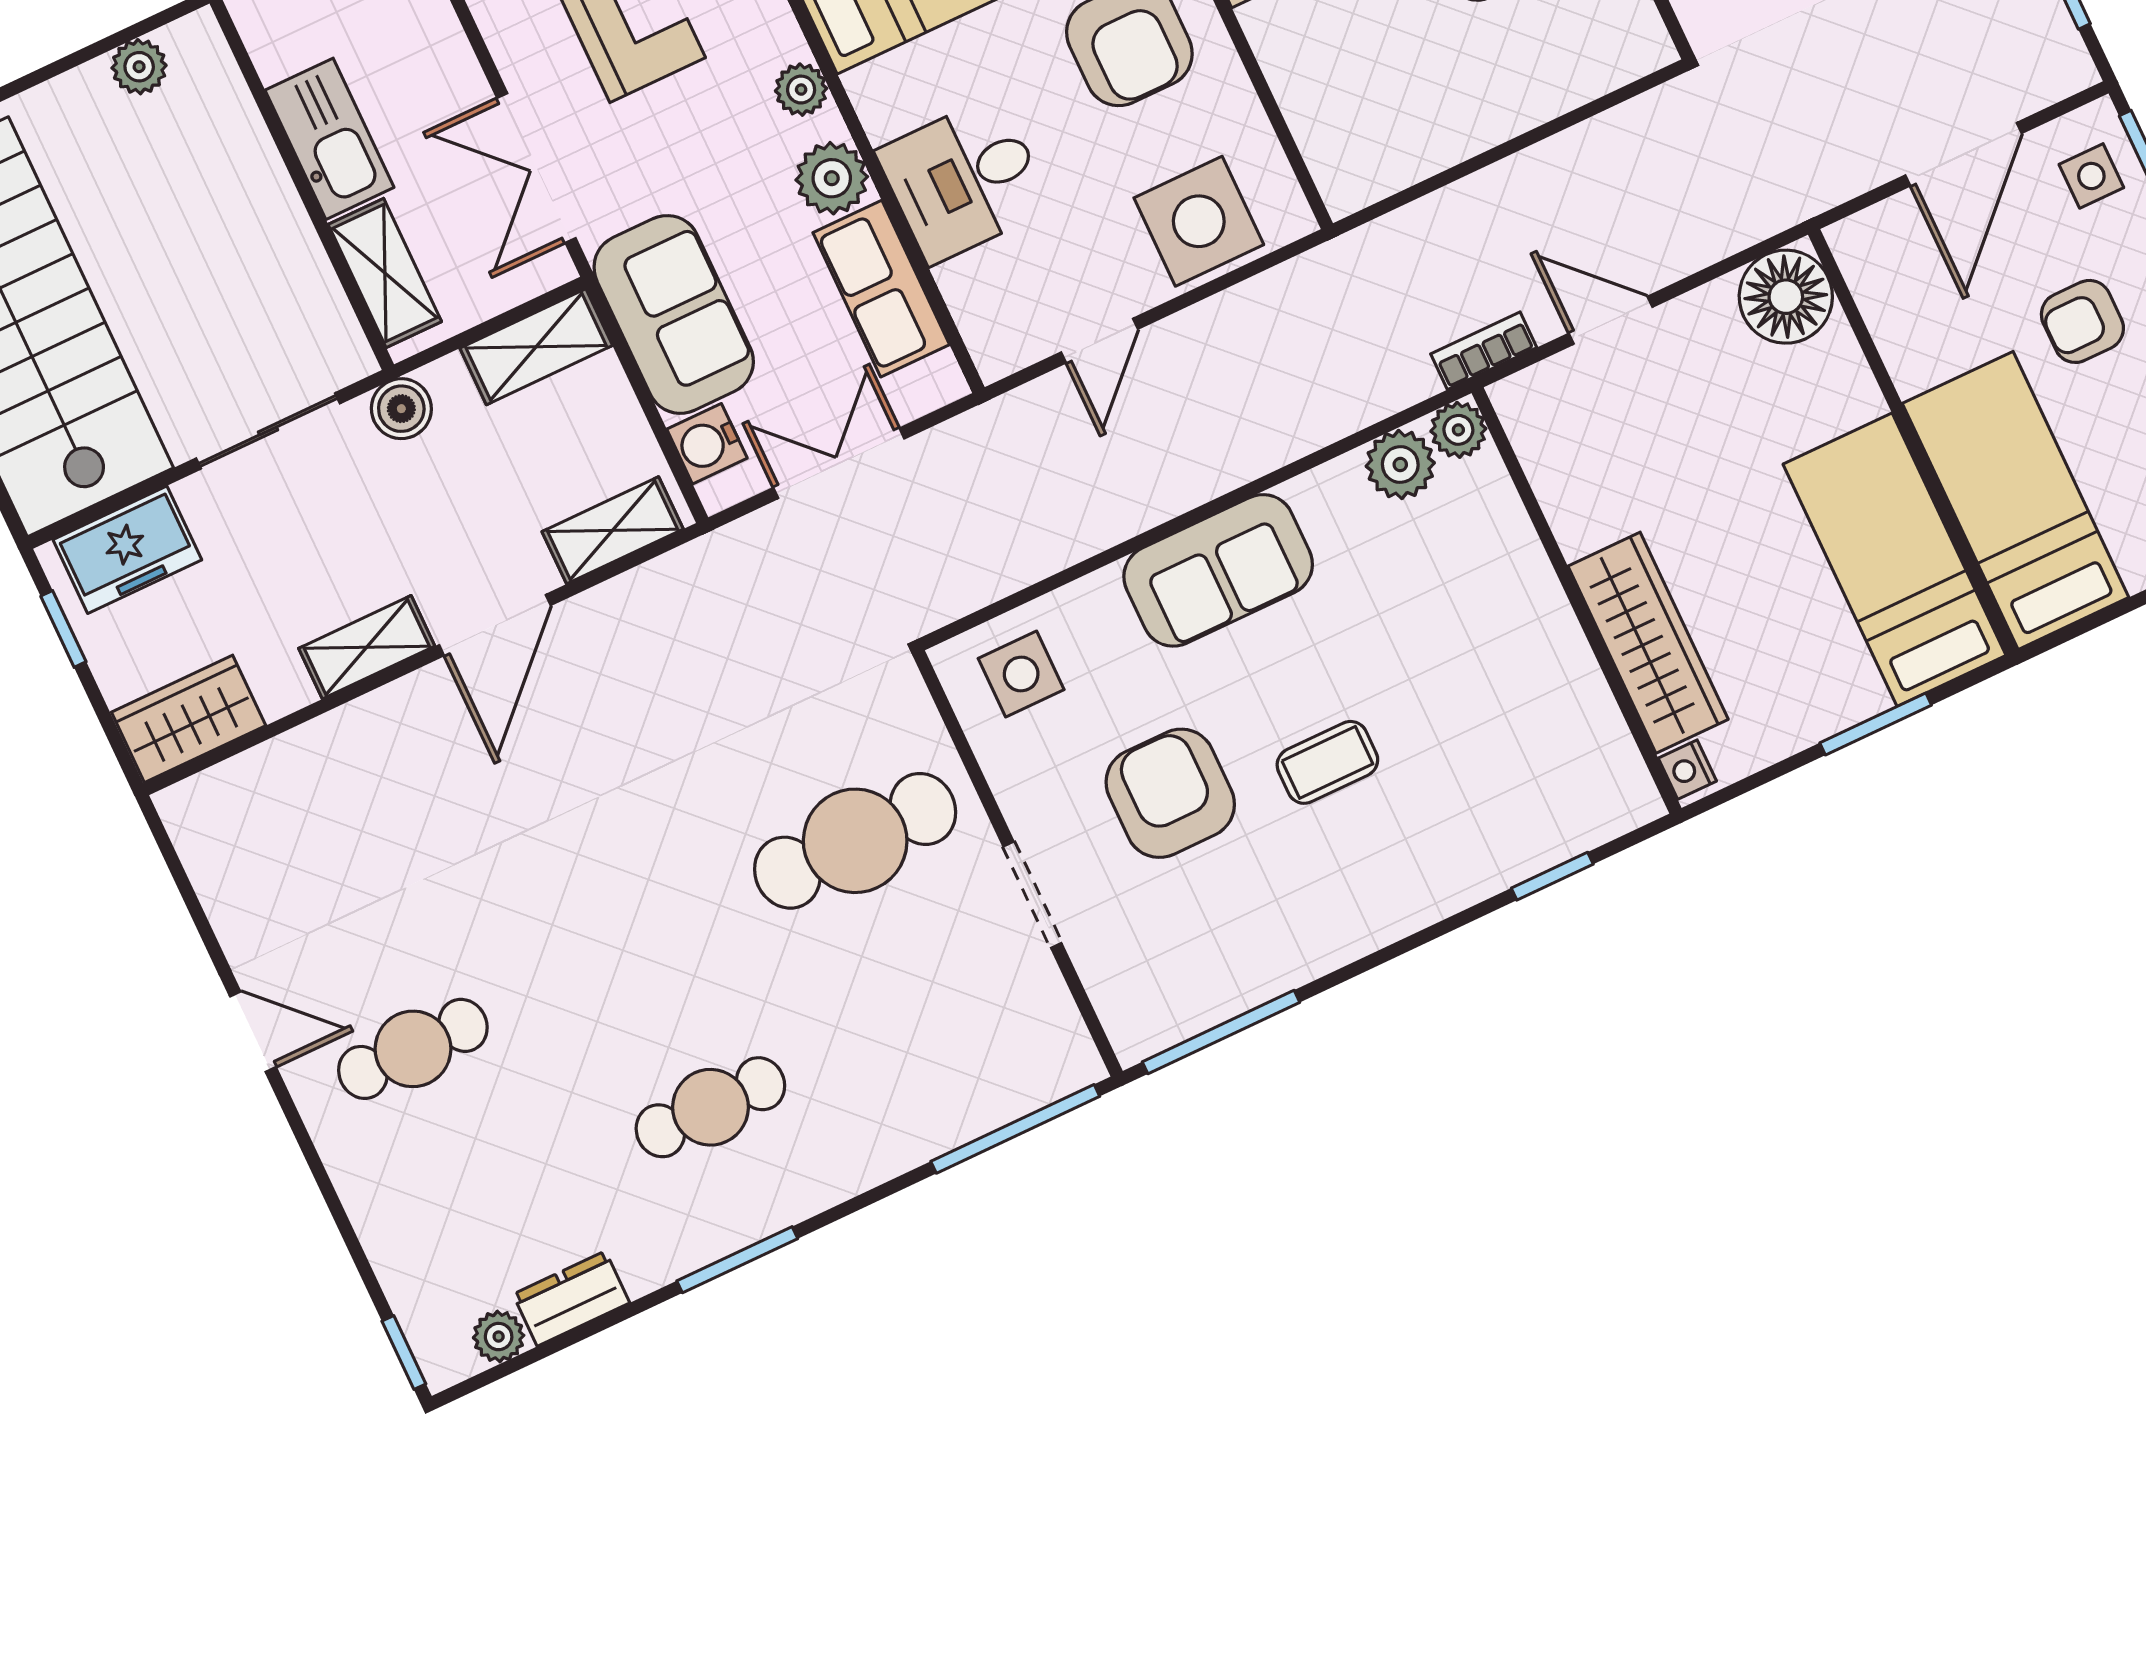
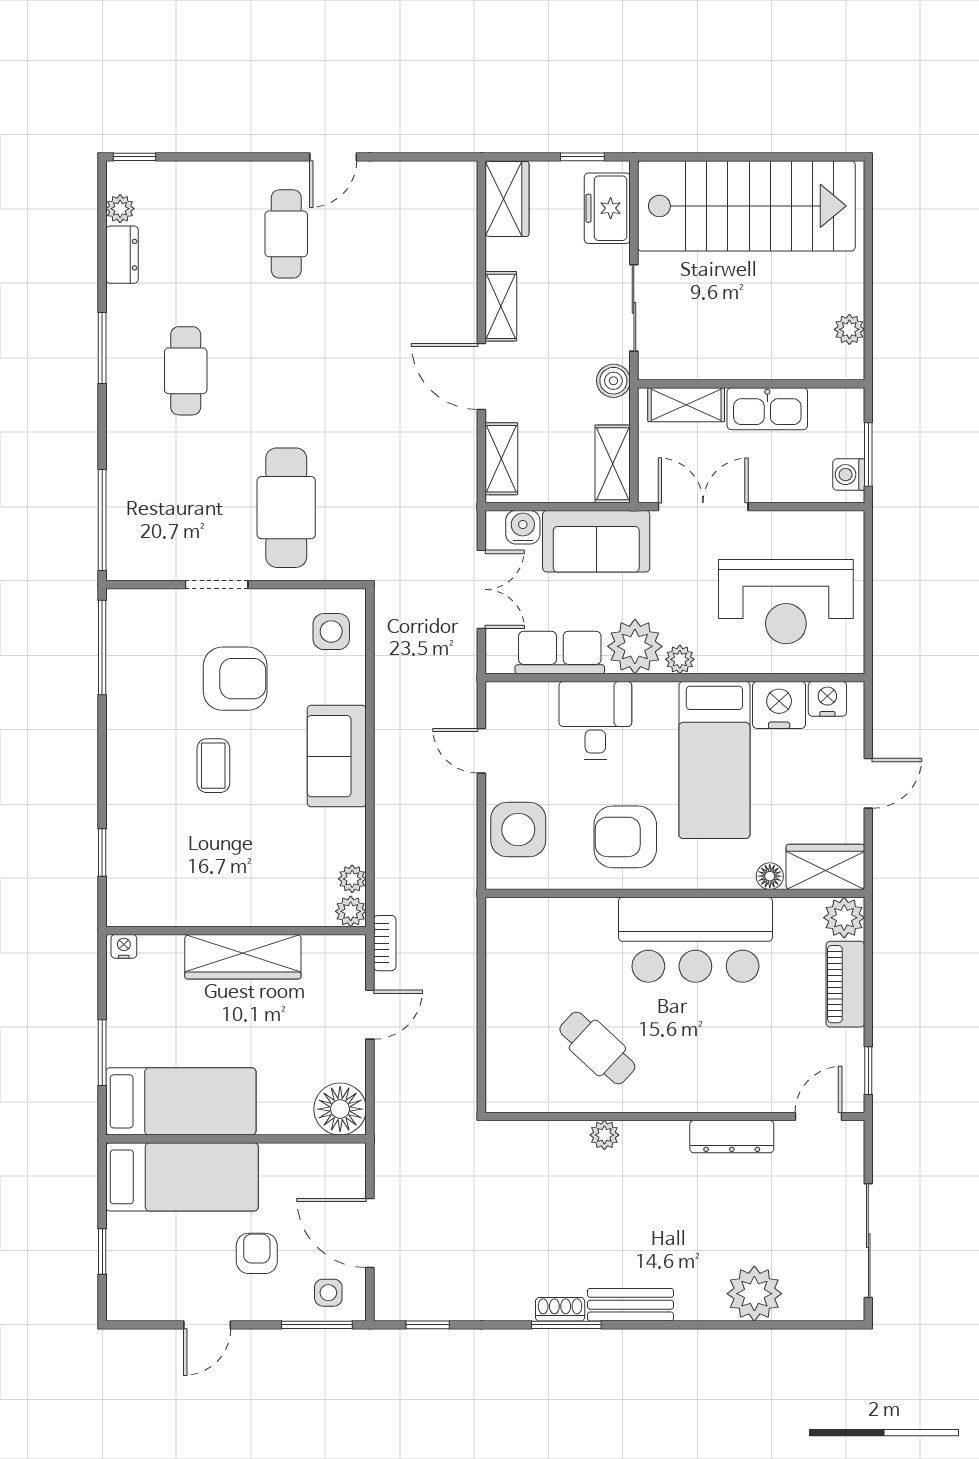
plant: (832, 178) -> (635, 646), width x1.36, depth x1.36
plant: (1400, 465) -> (352, 879), width x0.73, depth x0.73
wardrobe: (1648, 643) -> (243, 957), moved

